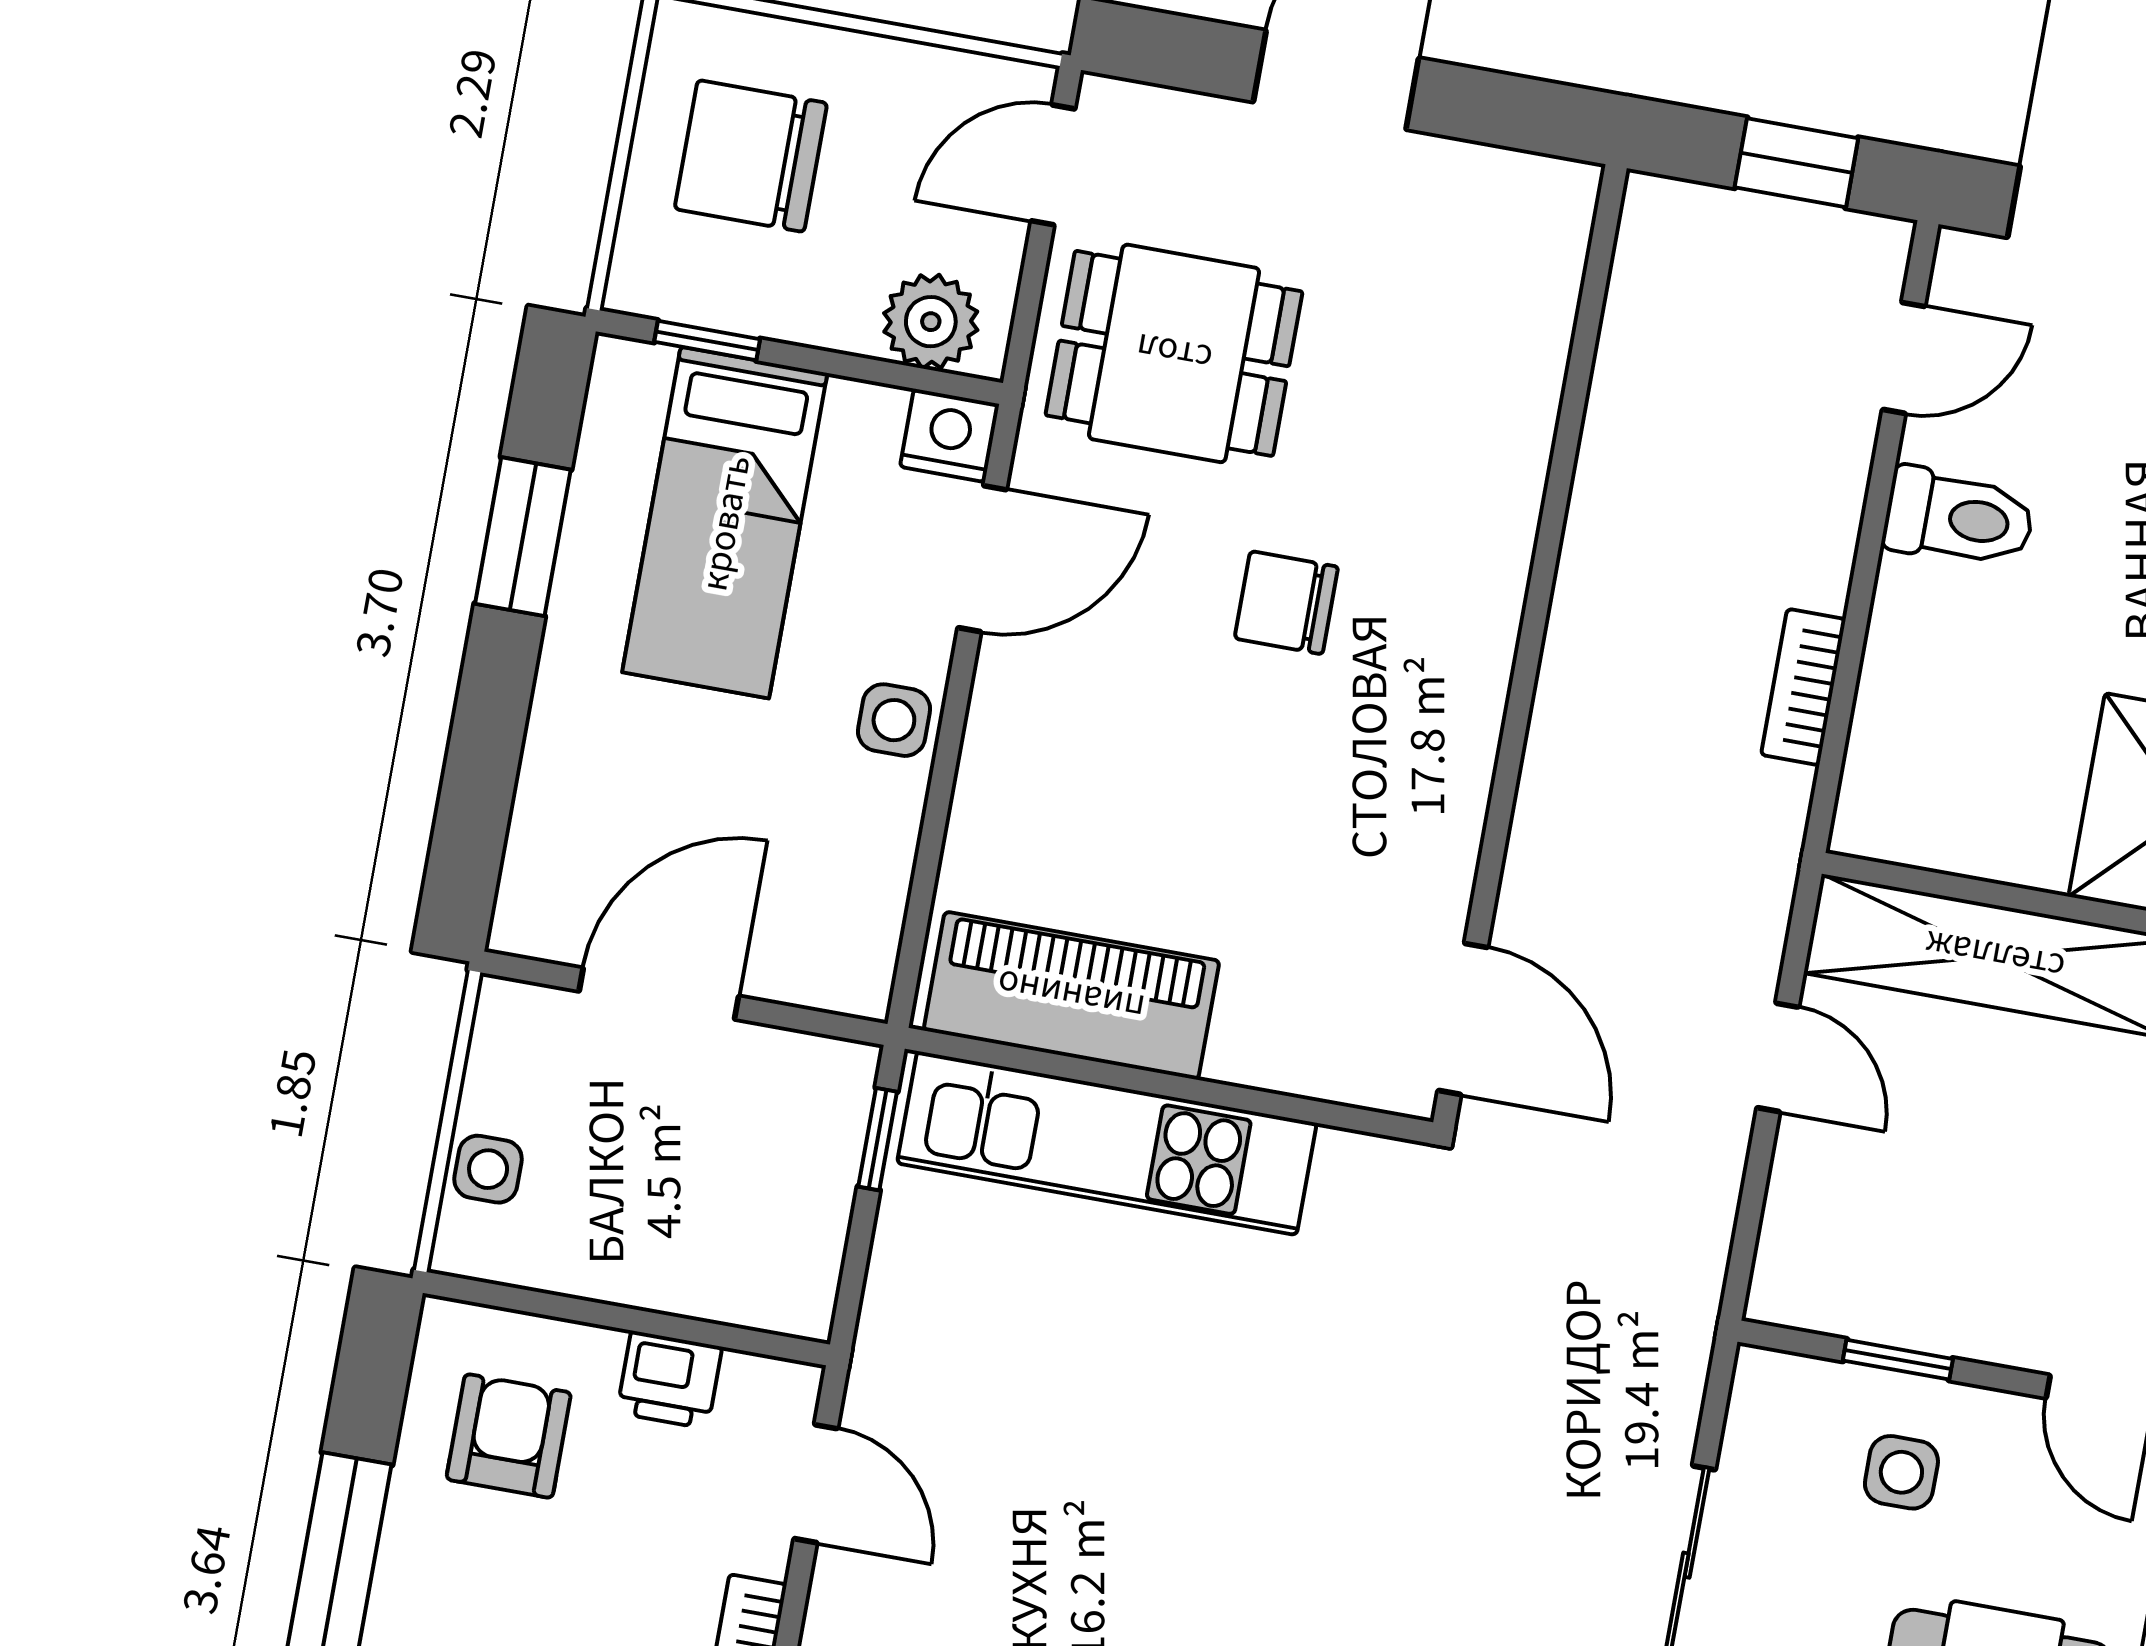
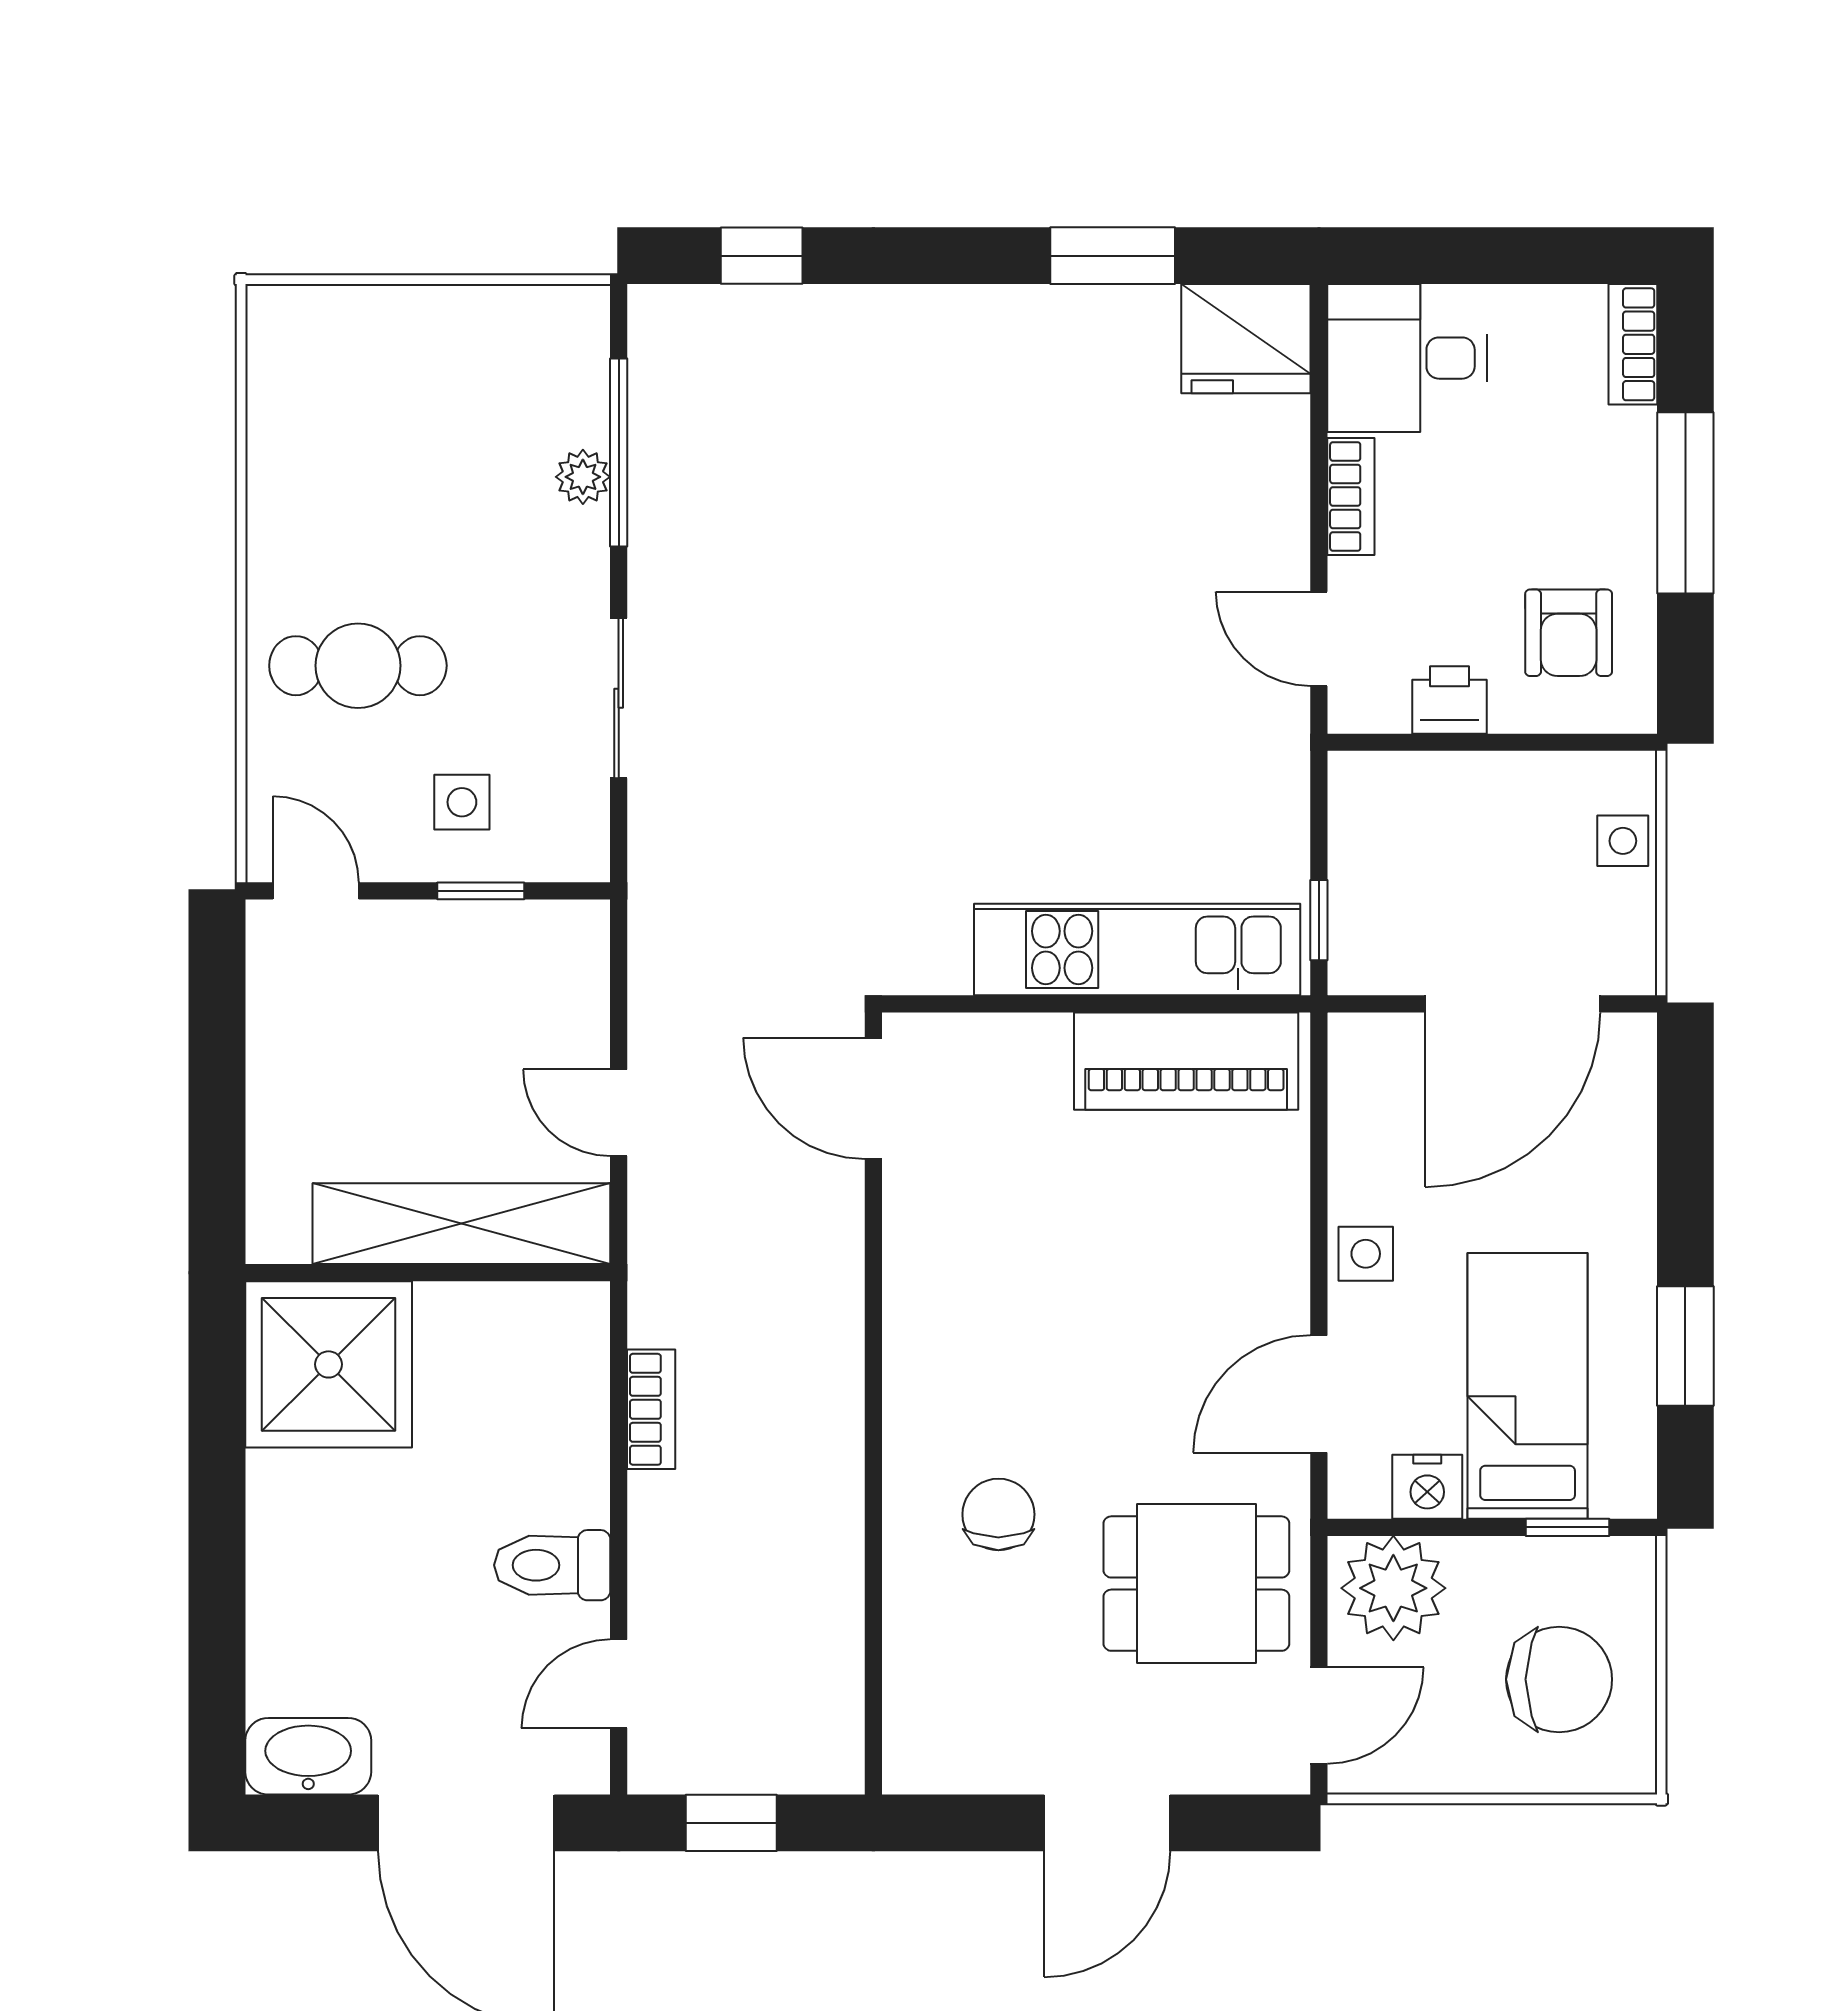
plant: (931, 322) -> (1393, 1588), width x1.36, depth x1.36
nightstand: (950, 435) -> (1427, 1487), moved
chair: (1286, 603) -> (998, 1514), moved, turned -90
door: (659, 994) -> (1513, 1004), width x1.36

